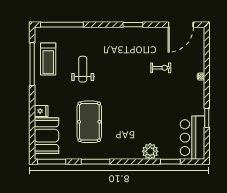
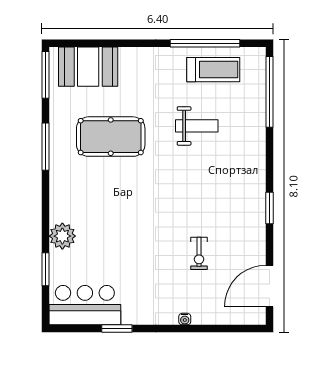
door: (181, 25) -> (270, 286), hinge flipped
treadmill: (48, 59) -> (213, 70), turned 180
fridge: (41, 111) -> (128, 58), removed

